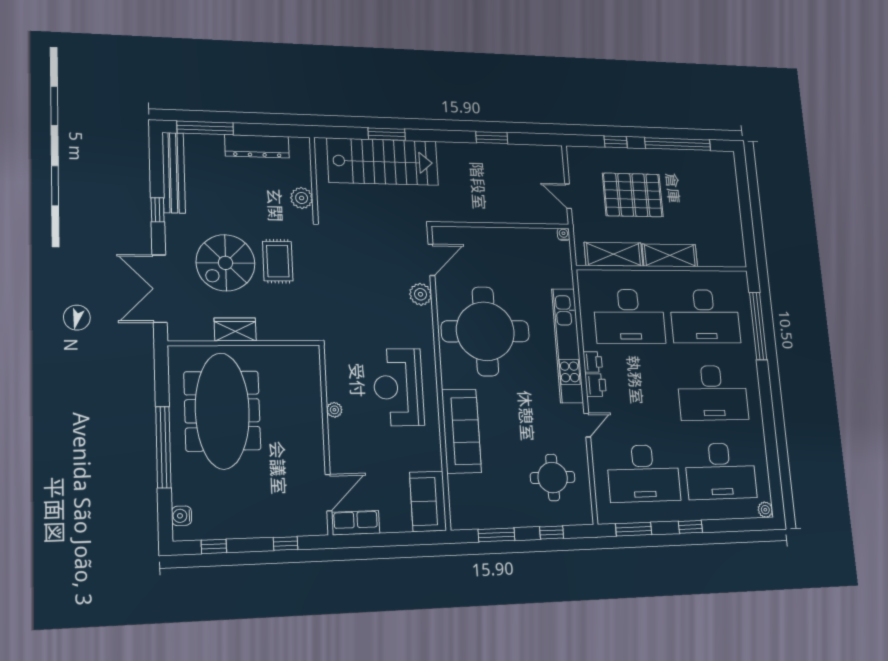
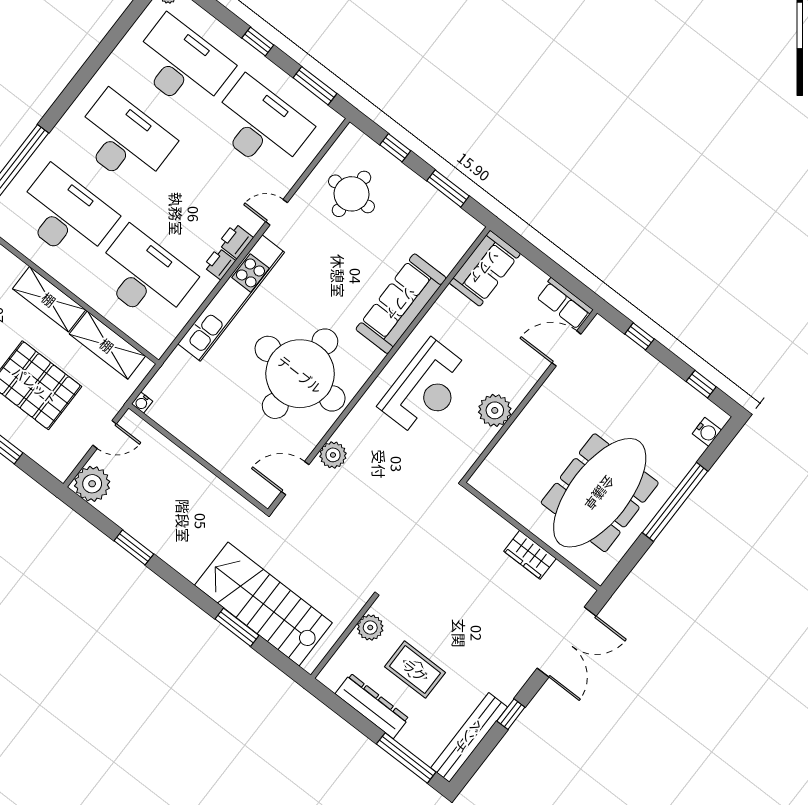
plant: (549, 159) -> (92, 484), added
door: (568, 196) -> (105, 434), hinge flipped
rug: (278, 261) -> (415, 670), moved, turned 90
spiral stairs: (225, 263) -> (489, 621), removed
plant: (334, 410) -> (495, 410), width x1.87, depth x1.87

